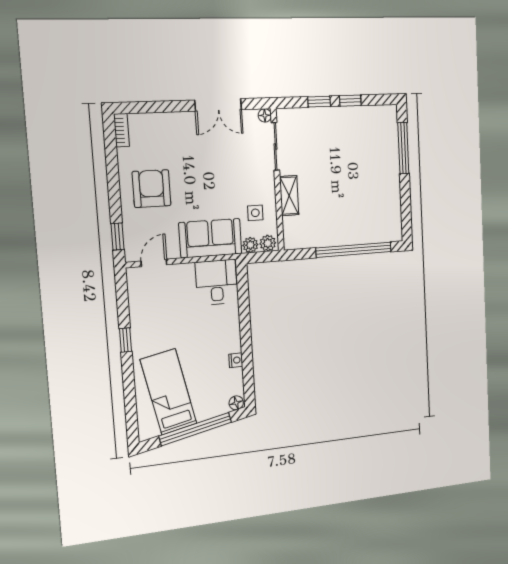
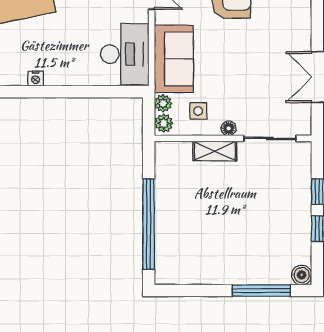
boiler: (389, 113) -> (302, 275), added
floor lamp: (265, 115) -> (229, 128), moved
desk: (216, 282) -> (125, 54), width x1.37

